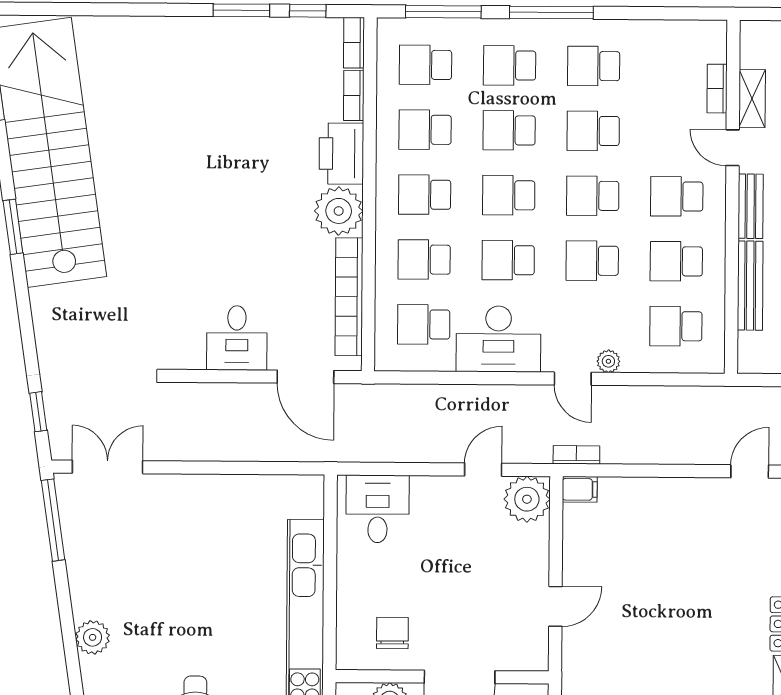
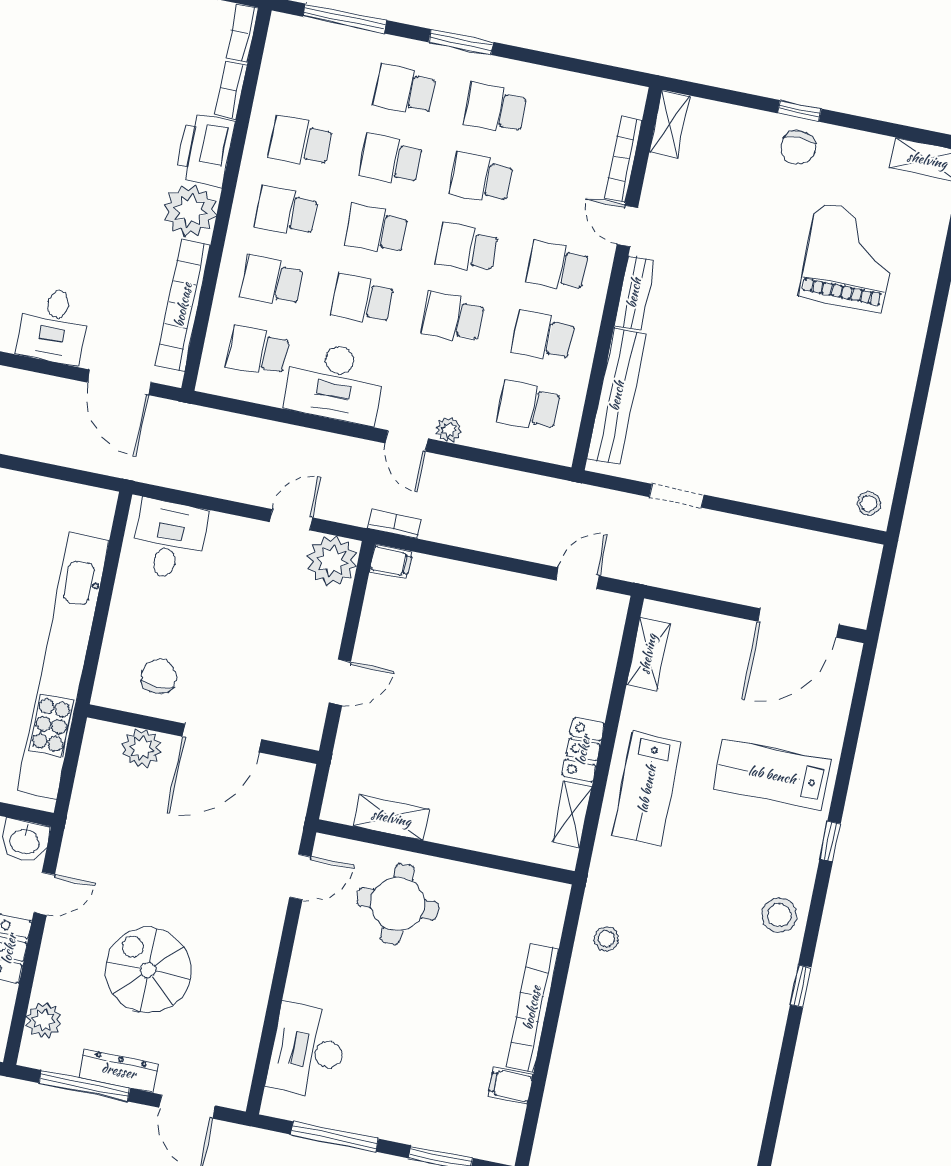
window: (551, 12) -> (461, 42), width x0.69
school desk: (426, 65) -> (314, 72), removed
bookcase: (717, 89) -> (623, 159), width x1.56
shelving: (752, 98) -> (670, 124), moved
bench: (750, 286) -> (617, 396), width x1.37, depth x1.21

